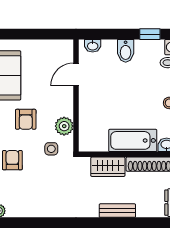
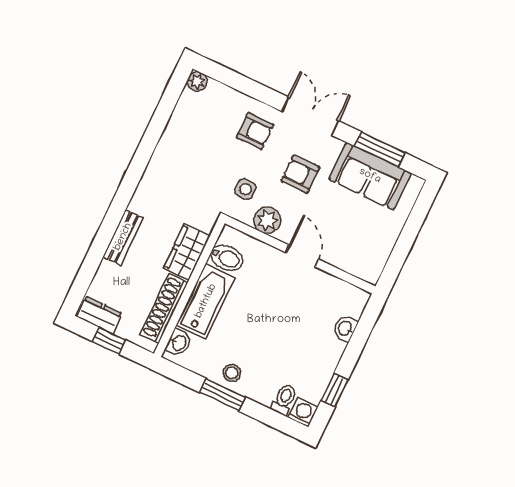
washbasin: (93, 46) -> (345, 328), moved
bidet: (126, 51) -> (227, 258), moved, turned 180
door: (76, 74) -> (302, 256), moved

